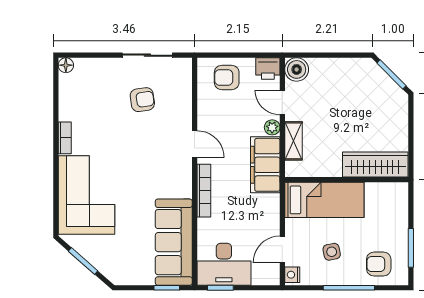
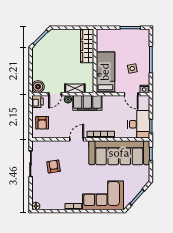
sofa: (174, 242) -> (119, 153), width x1.36, depth x1.27
armchair: (379, 264) -> (139, 44), removed

